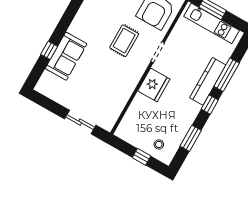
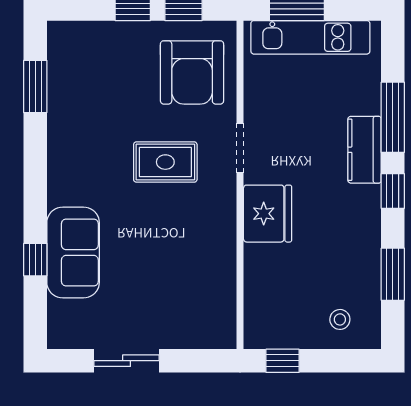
rug: (124, 41) -> (165, 162), turned 90
kitchen counter: (208, 81) -> (365, 150), width x0.67
sliding door: (80, 122) -> (126, 361), moved
window: (142, 157) -> (283, 361), moved

